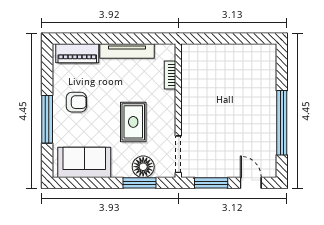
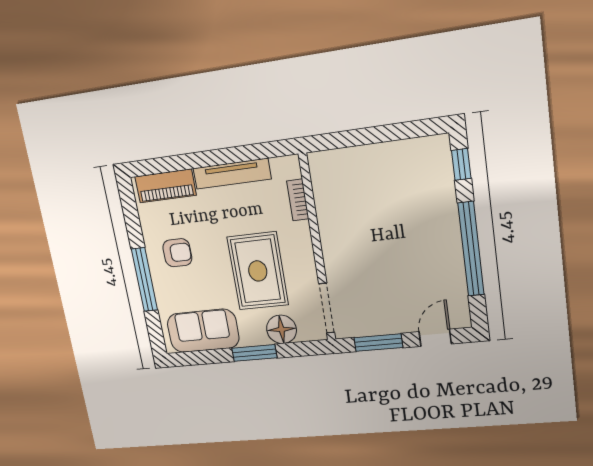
window: (282, 65) -> (461, 164), added
rug: (133, 122) -> (258, 271), width x1.36, depth x1.43
window: (140, 183) -> (254, 353), moved
door: (251, 183) -> (435, 338), hinge flipped

